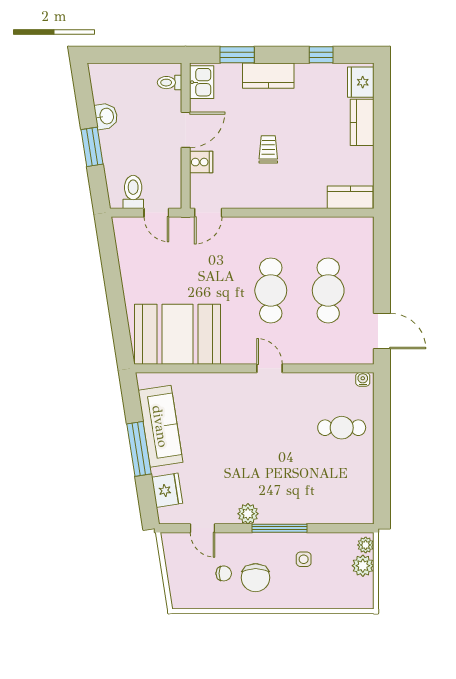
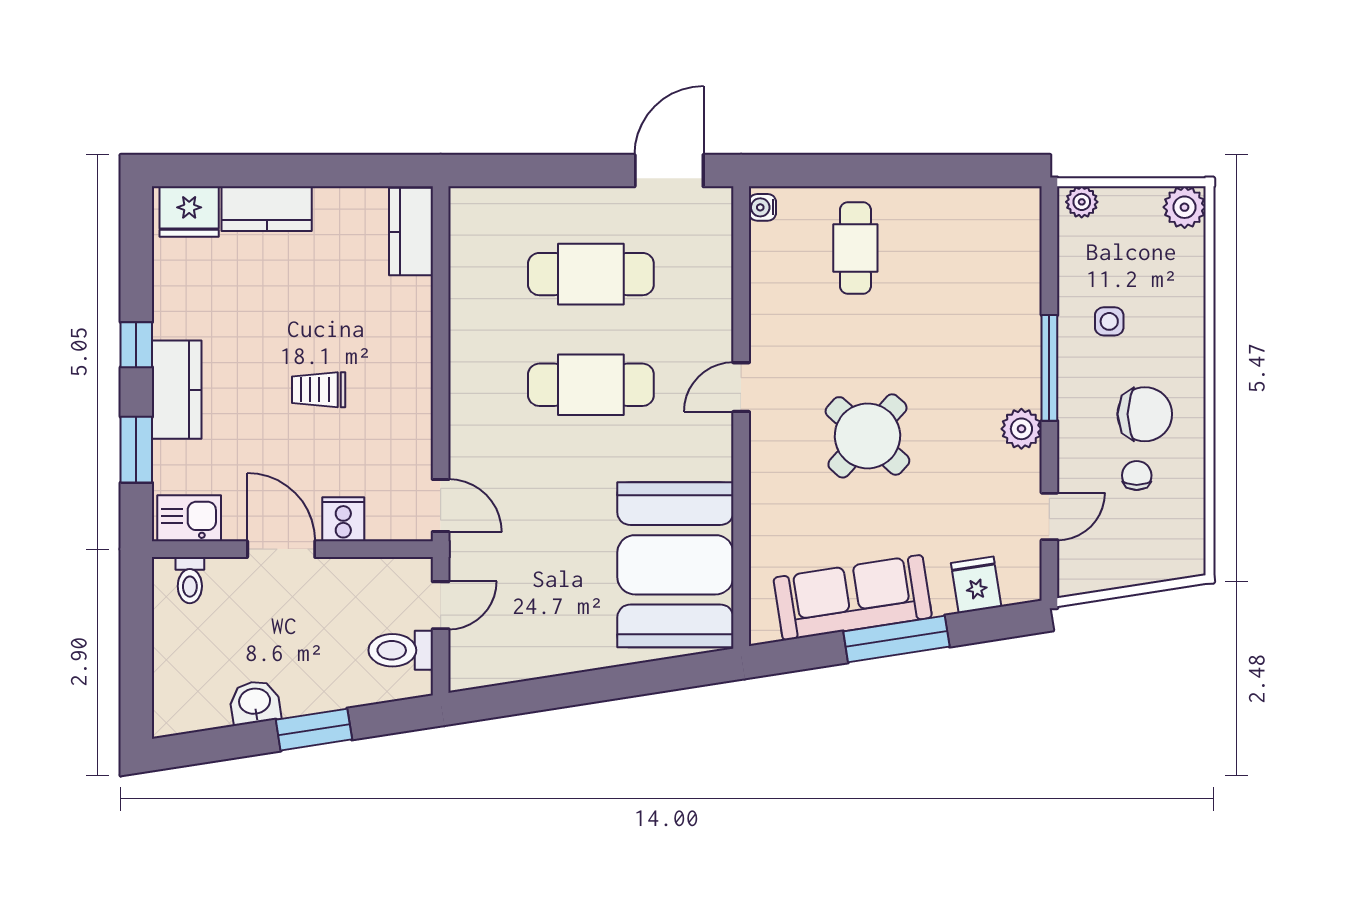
window: (321, 55) -> (136, 345), moved
round table: (244, 434) -> (867, 436), added
fridge: (167, 490) -> (976, 585), width x0.72
plant: (363, 566) -> (1185, 207), moved

